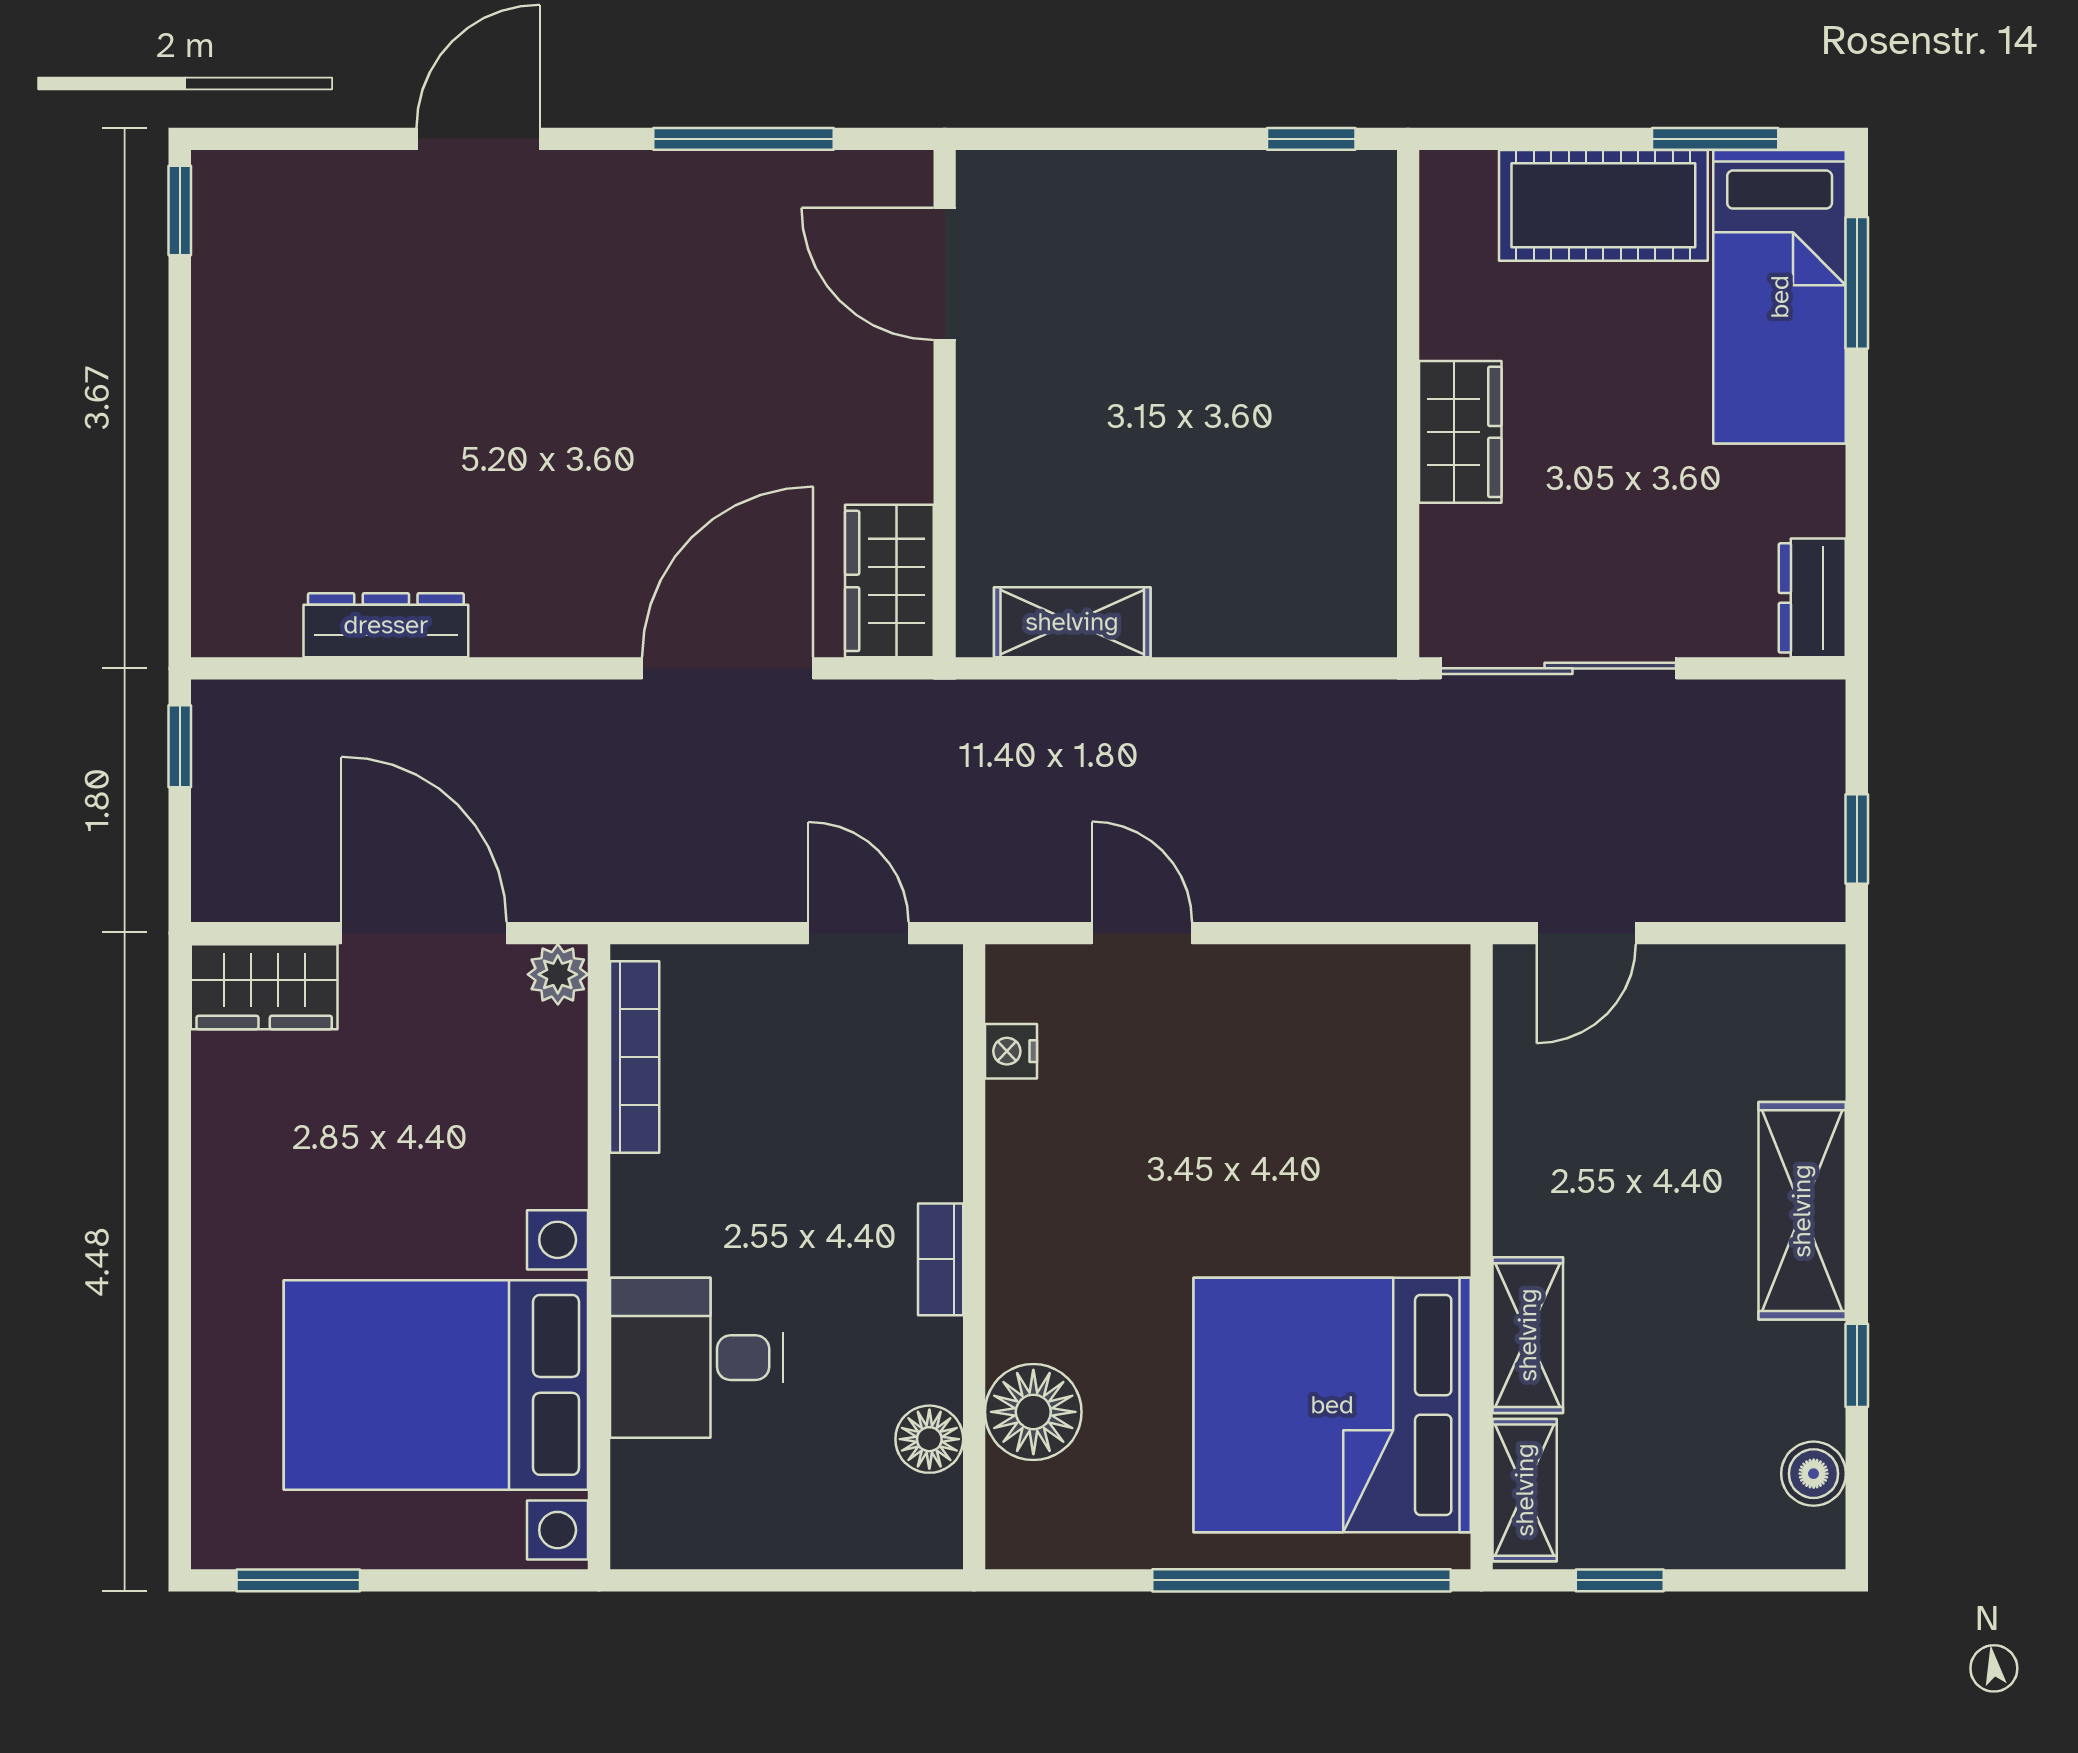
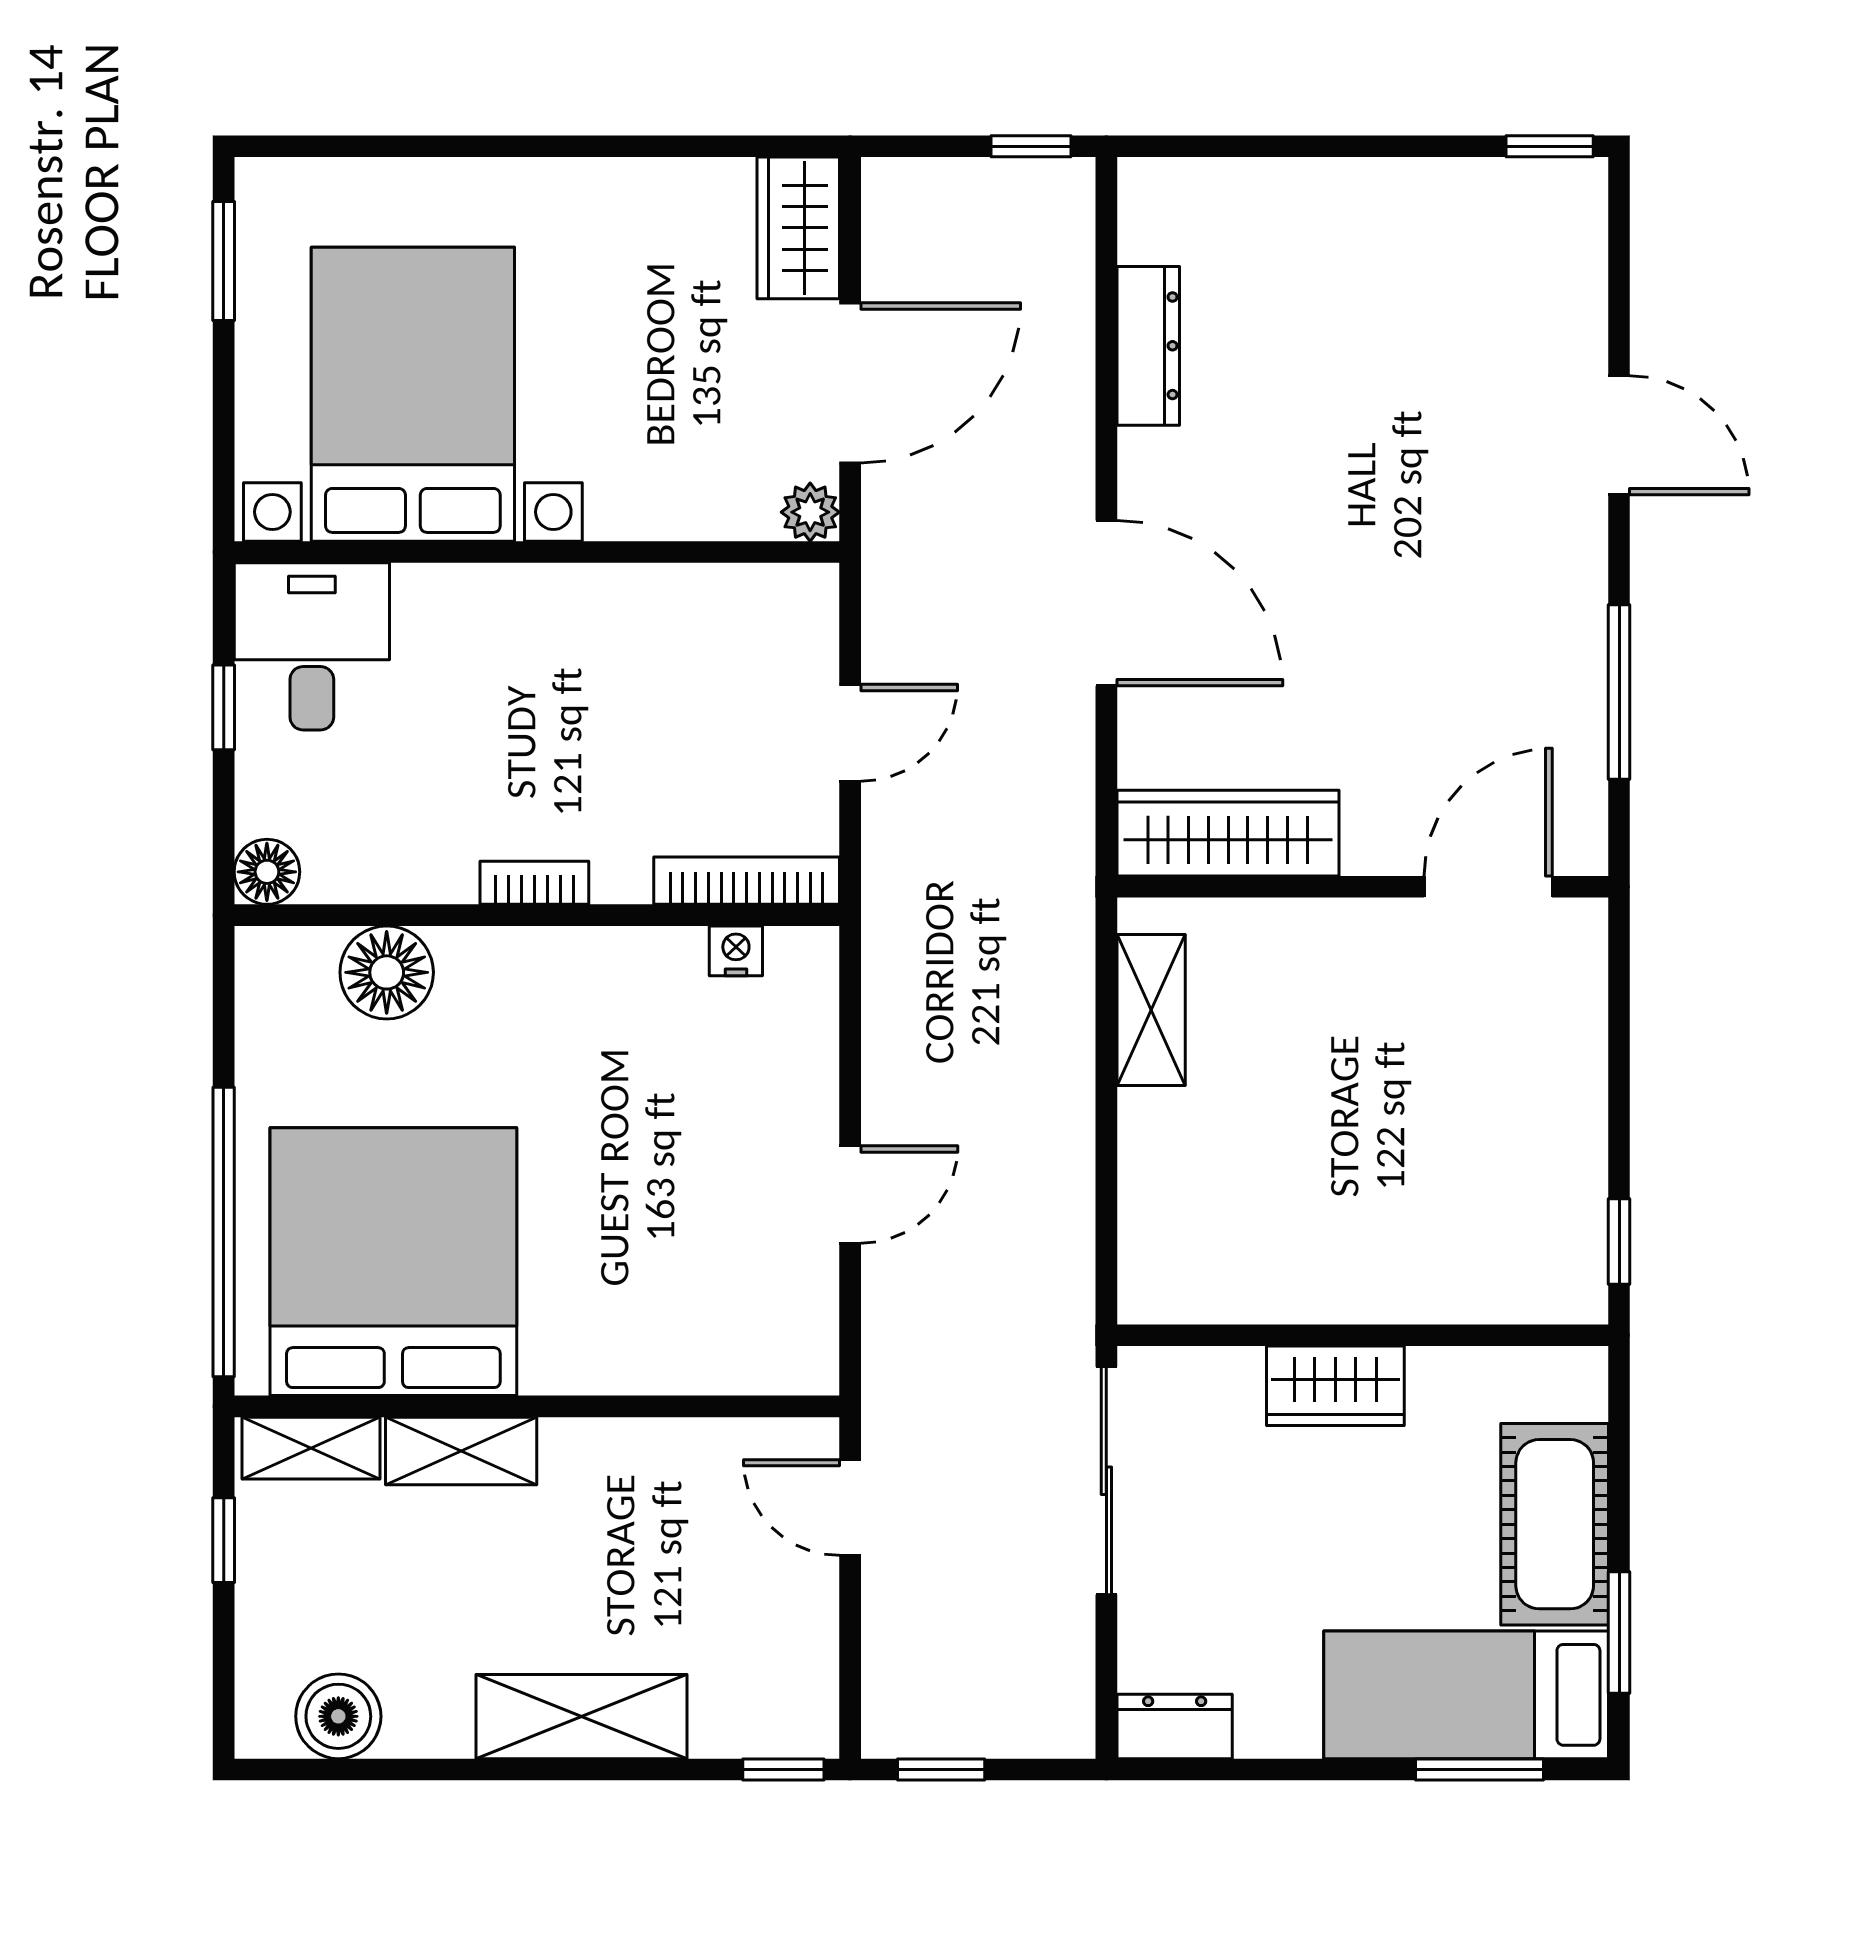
wardrobe: (889, 581) -> (1228, 833), width x1.50
door: (728, 668) -> (1106, 603), moved
door: (859, 933) -> (850, 733), moved
door: (1142, 933) -> (850, 1194), moved
bookcase: (635, 1057) -> (747, 881), moved, turned 180
desk: (696, 1358) -> (312, 646), moved
window: (1857, 1365) -> (783, 1770), moved
floor lamp: (929, 1439) -> (267, 872), moved
boiler: (1814, 1474) -> (338, 1716), width x1.36, depth x1.36
window: (760, 1580) -> (224, 707), added

